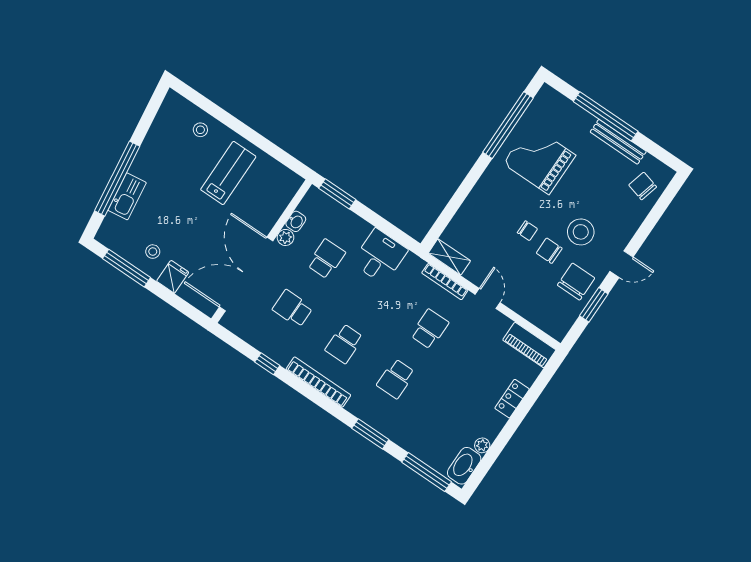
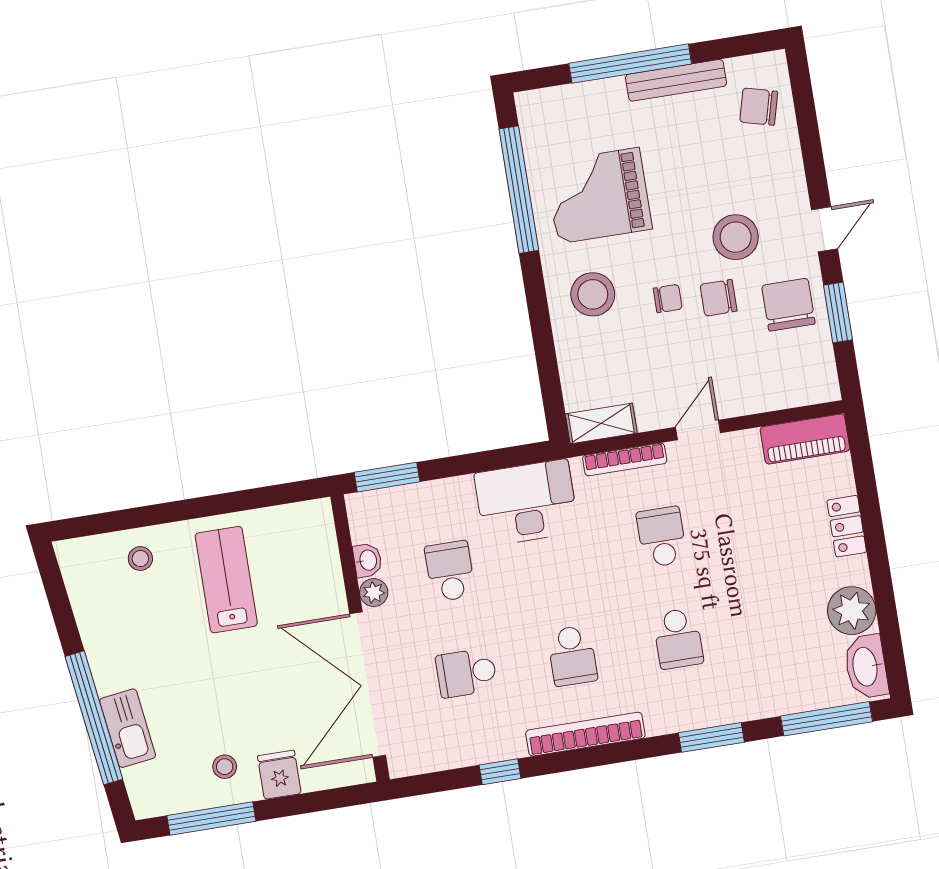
stool: (497, 199) -> (593, 294), added
desk: (380, 256) -> (526, 503), width x1.37
door: (488, 298) -> (698, 430), hinge flipped
plant: (482, 445) -> (852, 611), width x1.87, depth x1.87

